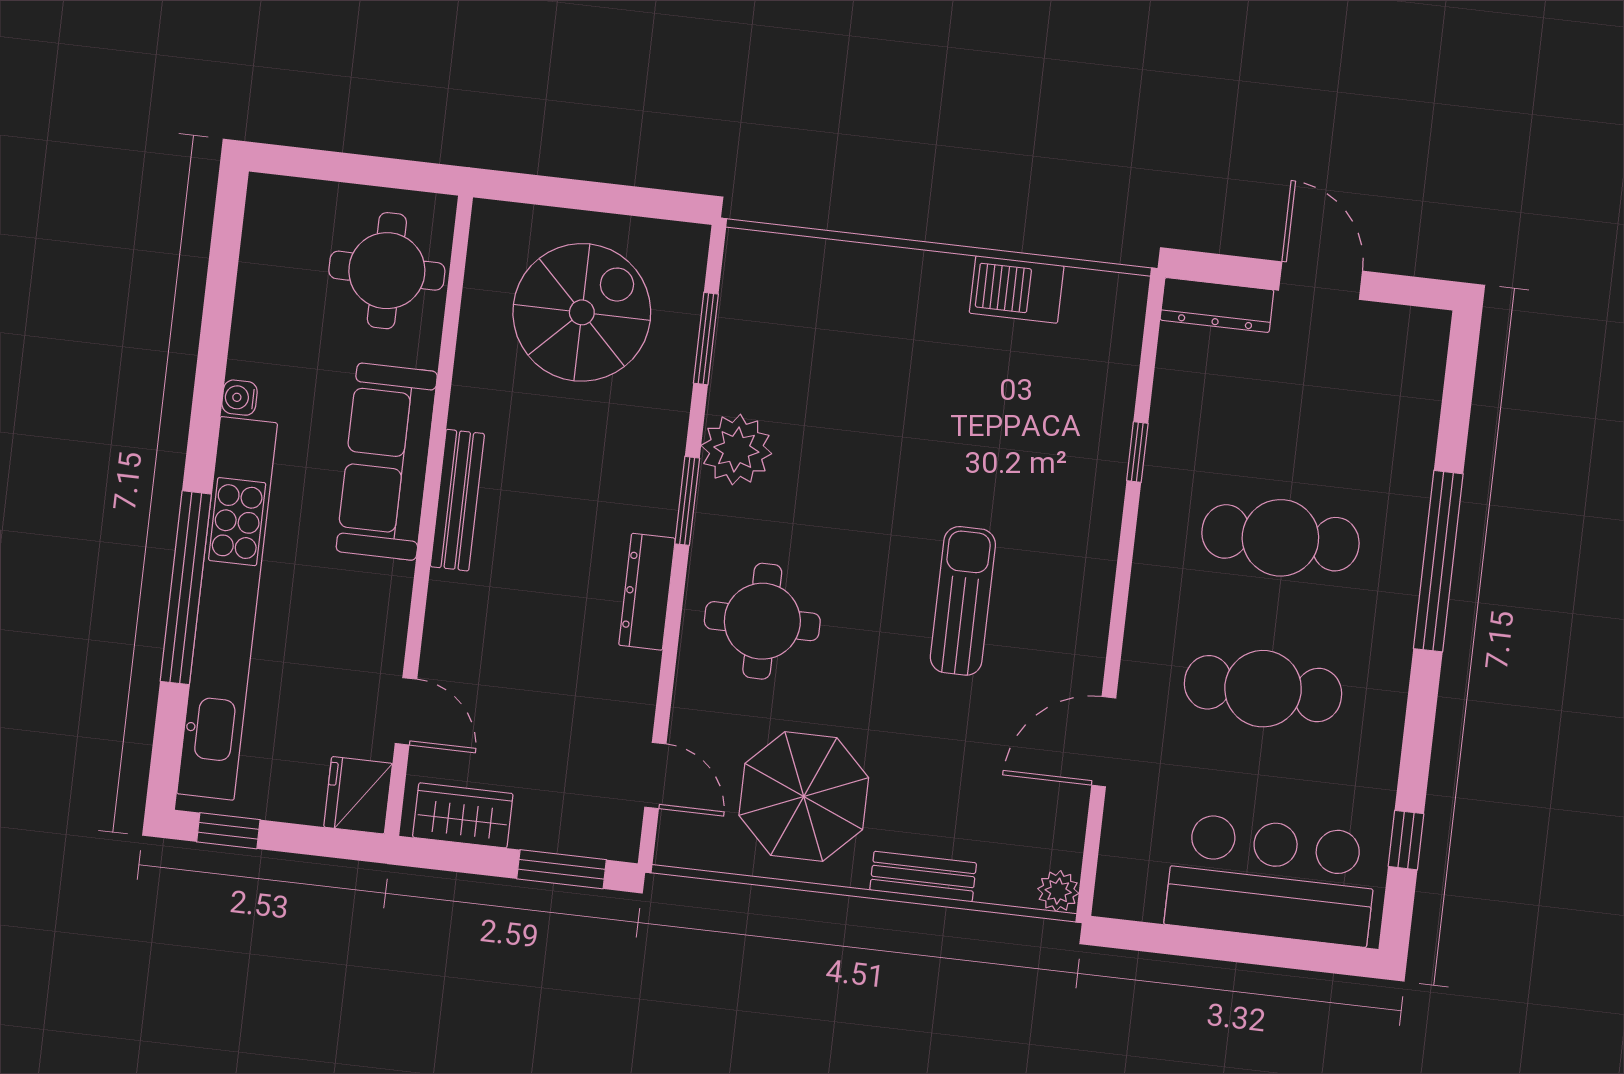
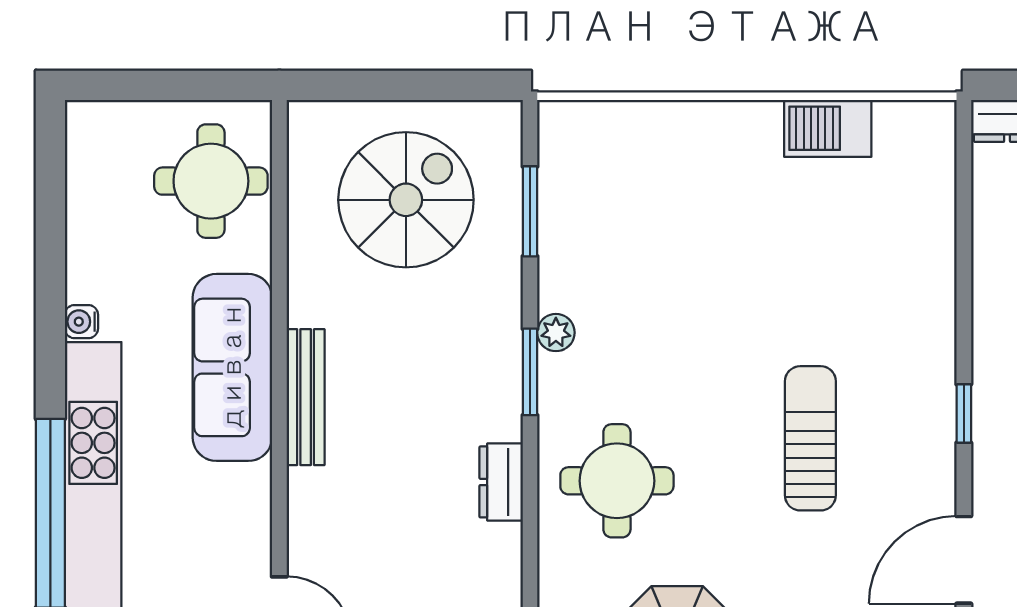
plant: (736, 450) -> (556, 333), width x0.53, depth x0.53
window: (1137, 452) -> (964, 414), moved
dresser: (647, 592) -> (501, 482), width x0.70

